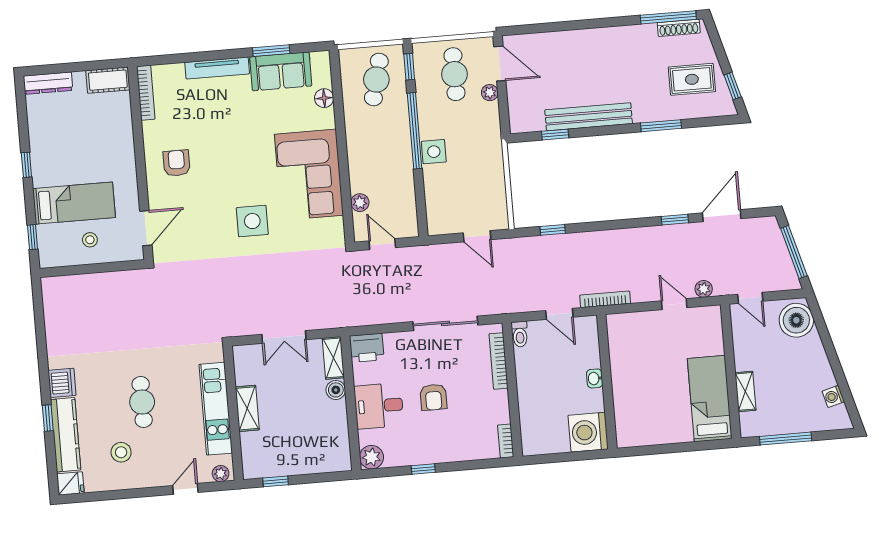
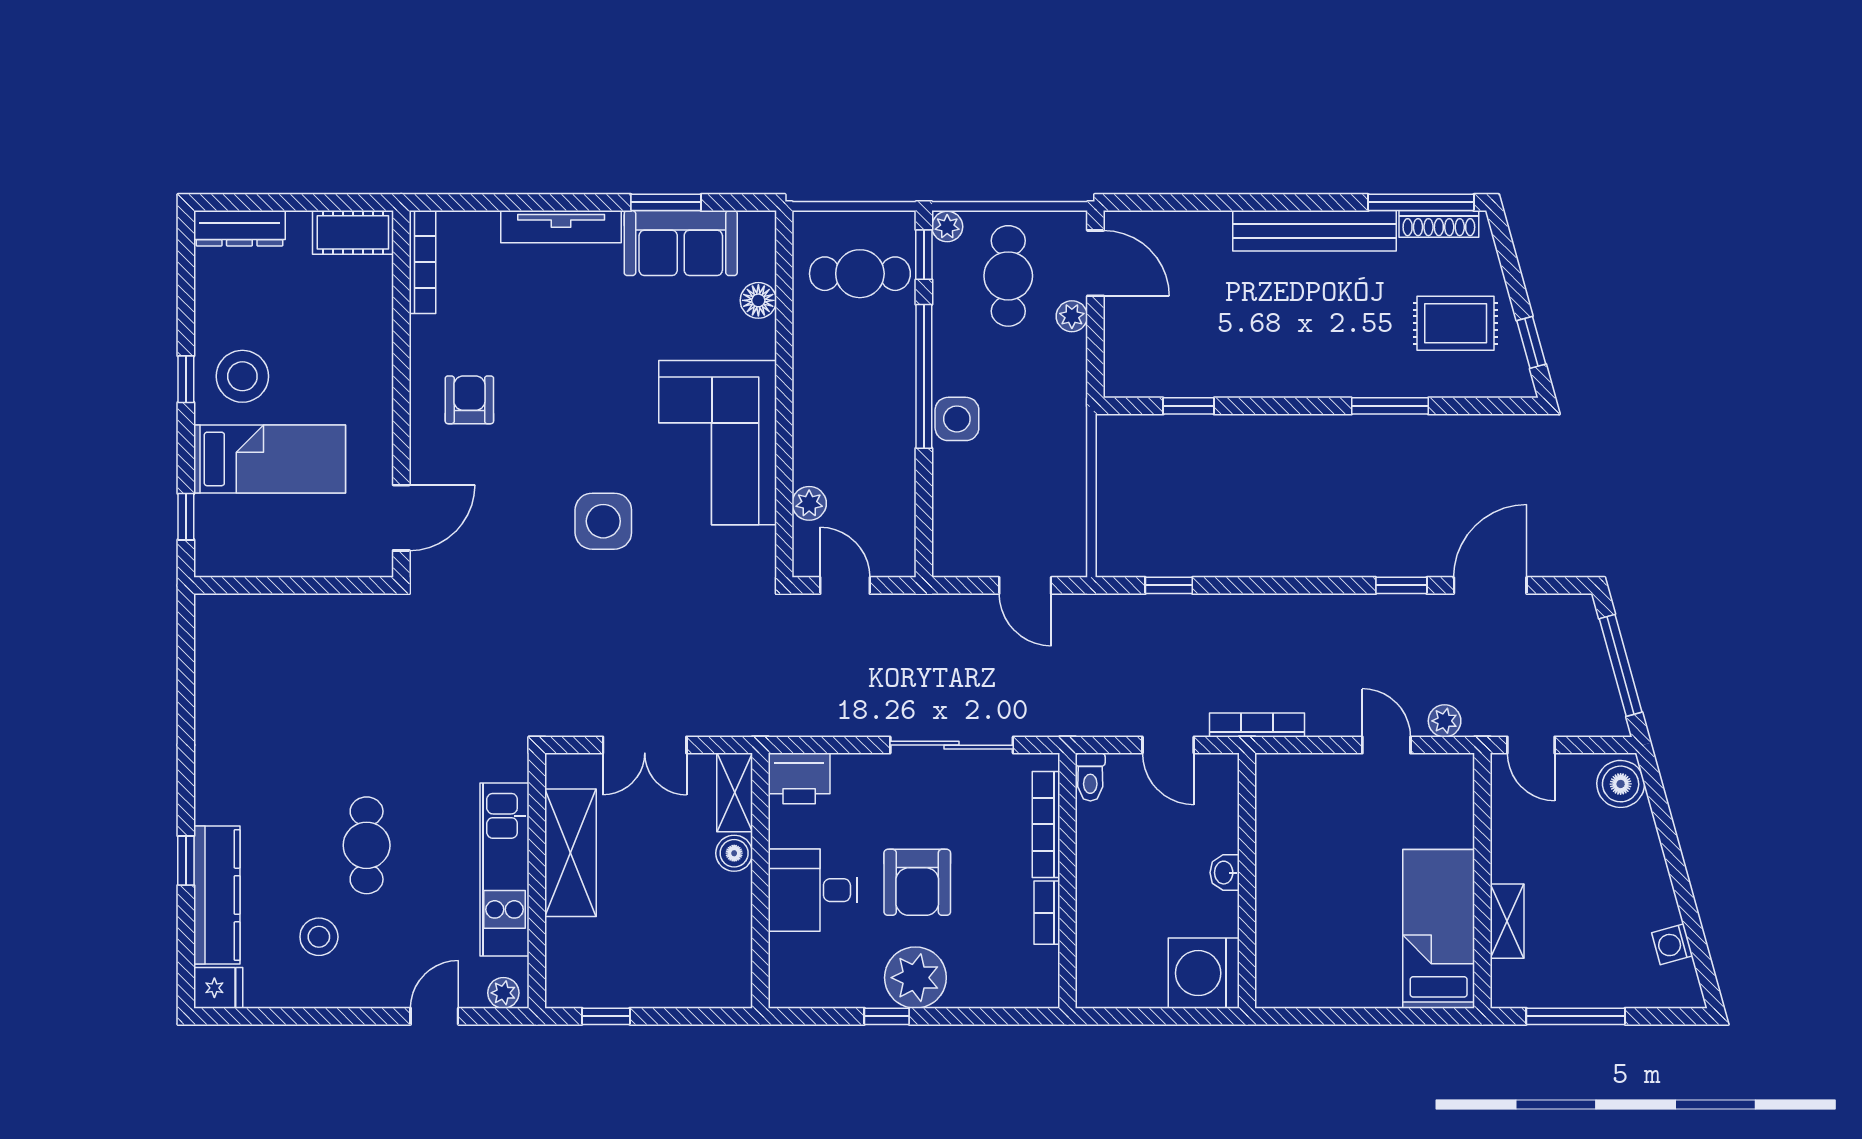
plant: (420, 51) -> (947, 227), added
cafe table: (376, 80) -> (860, 274), turned 76
bench: (589, 117) -> (1314, 231), moved
stool: (90, 240) -> (242, 376), moved, width x1.89, depth x1.89
boiler: (796, 320) -> (1621, 784), width x0.73, depth x0.73
dishwasher: (62, 383) -> (218, 797), removed
armchair: (433, 397) -> (917, 882), width x1.38, depth x1.38
shelving: (247, 408) -> (570, 853), width x1.50, depth x1.33
bookcase: (506, 441) -> (1047, 913), moved
plant: (371, 457) -> (915, 978), moved, width x1.36, depth x1.36

